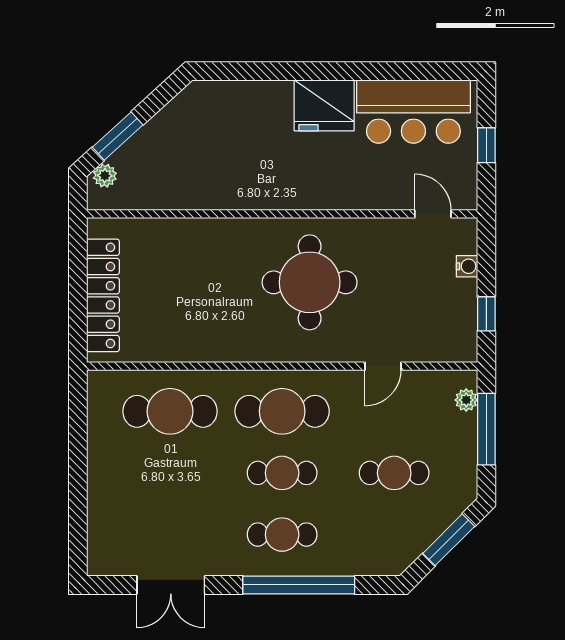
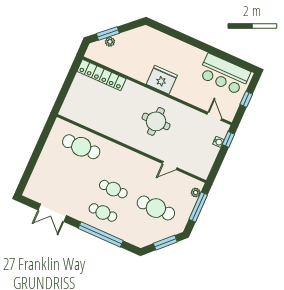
fridge: (324, 105) -> (162, 80), moved, turned 180
plant: (105, 176) -> (110, 42), moved
round table: (310, 282) -> (156, 121), width x0.73, depth x0.73
locker: (103, 295) -> (101, 75), moved, turned 90
window: (486, 314) -> (228, 139), moved
cafe table: (282, 411) -> (124, 166), removed
cafe table: (394, 473) -> (156, 208), width x1.37, depth x1.35

